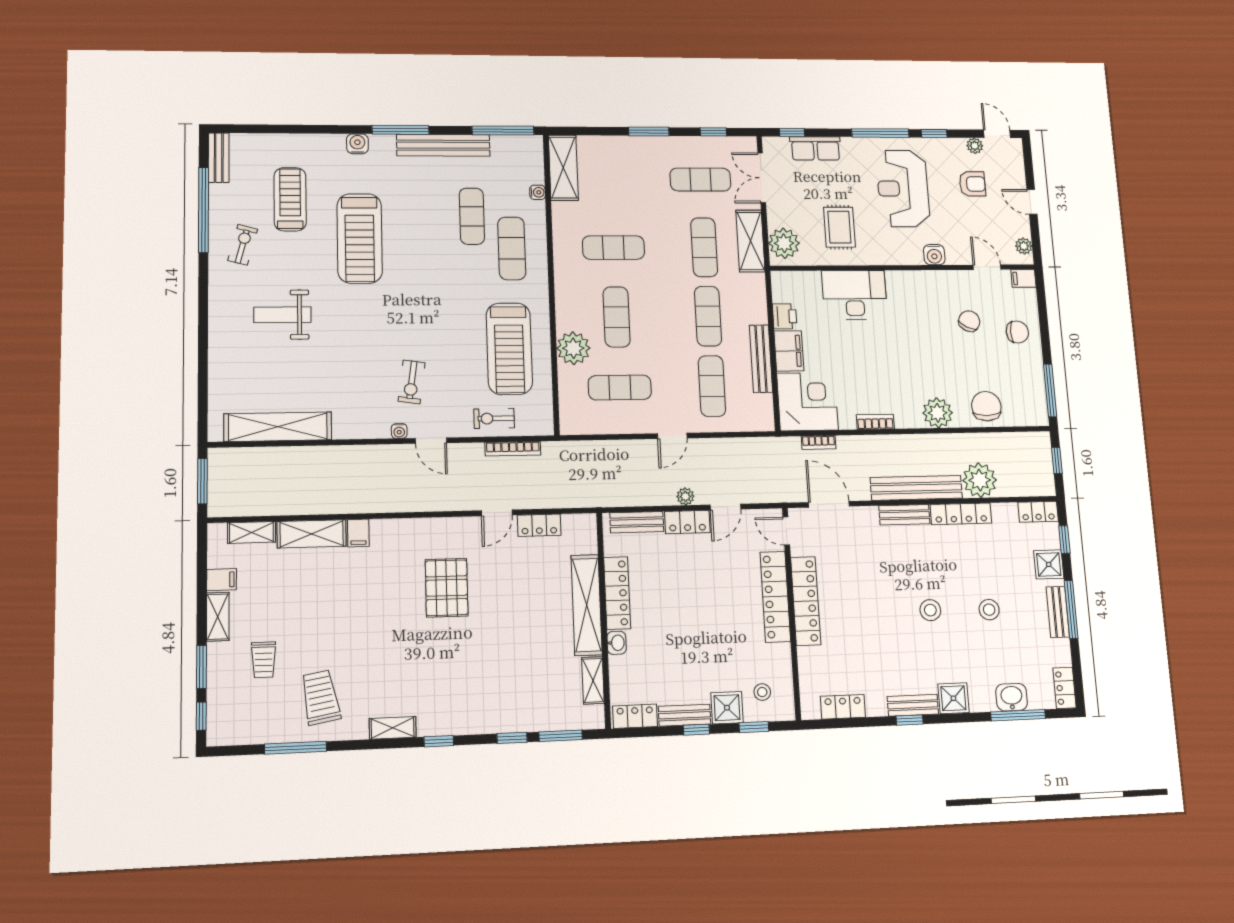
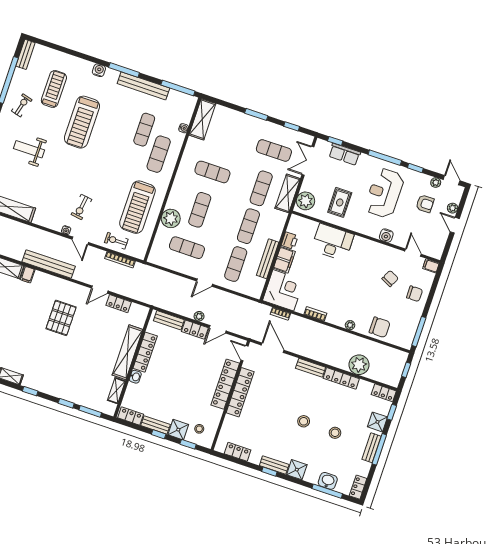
plant: (1024, 246) -> (453, 208), moved
chair: (986, 406) -> (380, 327), turned 90
plant: (938, 413) -> (350, 325), width x0.53, depth x0.53
bench: (916, 488) -> (49, 264), moved

